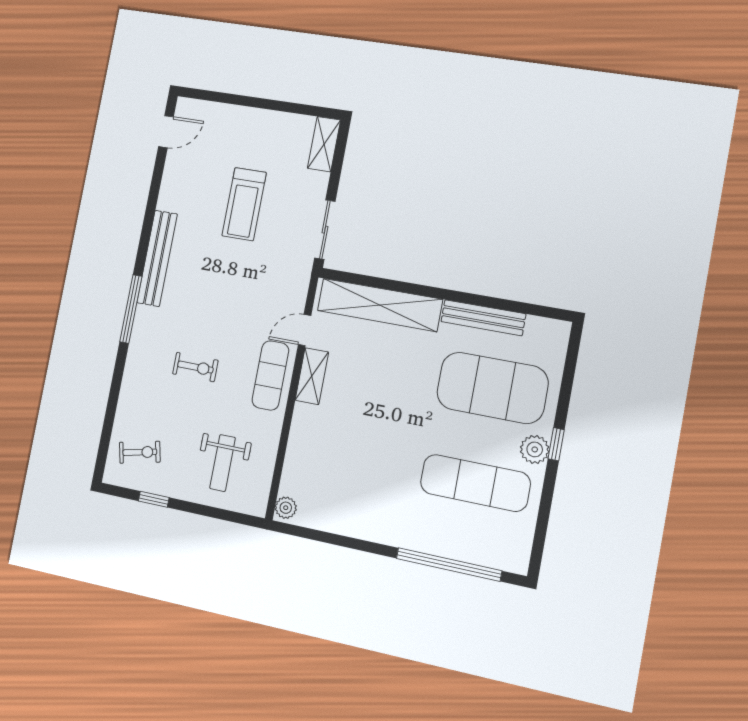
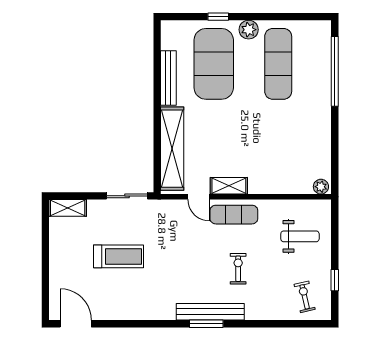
door: (166, 132) -> (76, 324), width x1.38
bench: (157, 258) -> (210, 312), moved
window: (131, 309) -> (206, 324), width x0.69
window: (556, 444) -> (218, 17), moved

